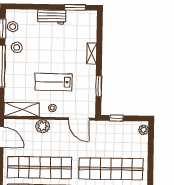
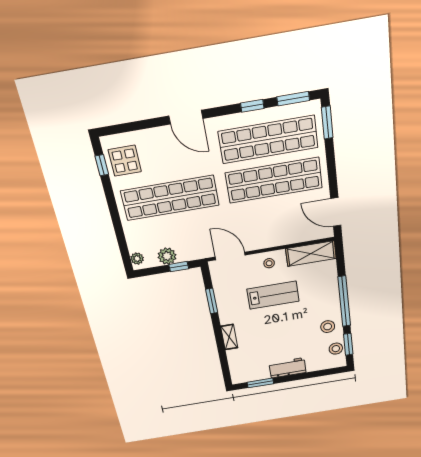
plant: (43, 126) -> (167, 256), moved

